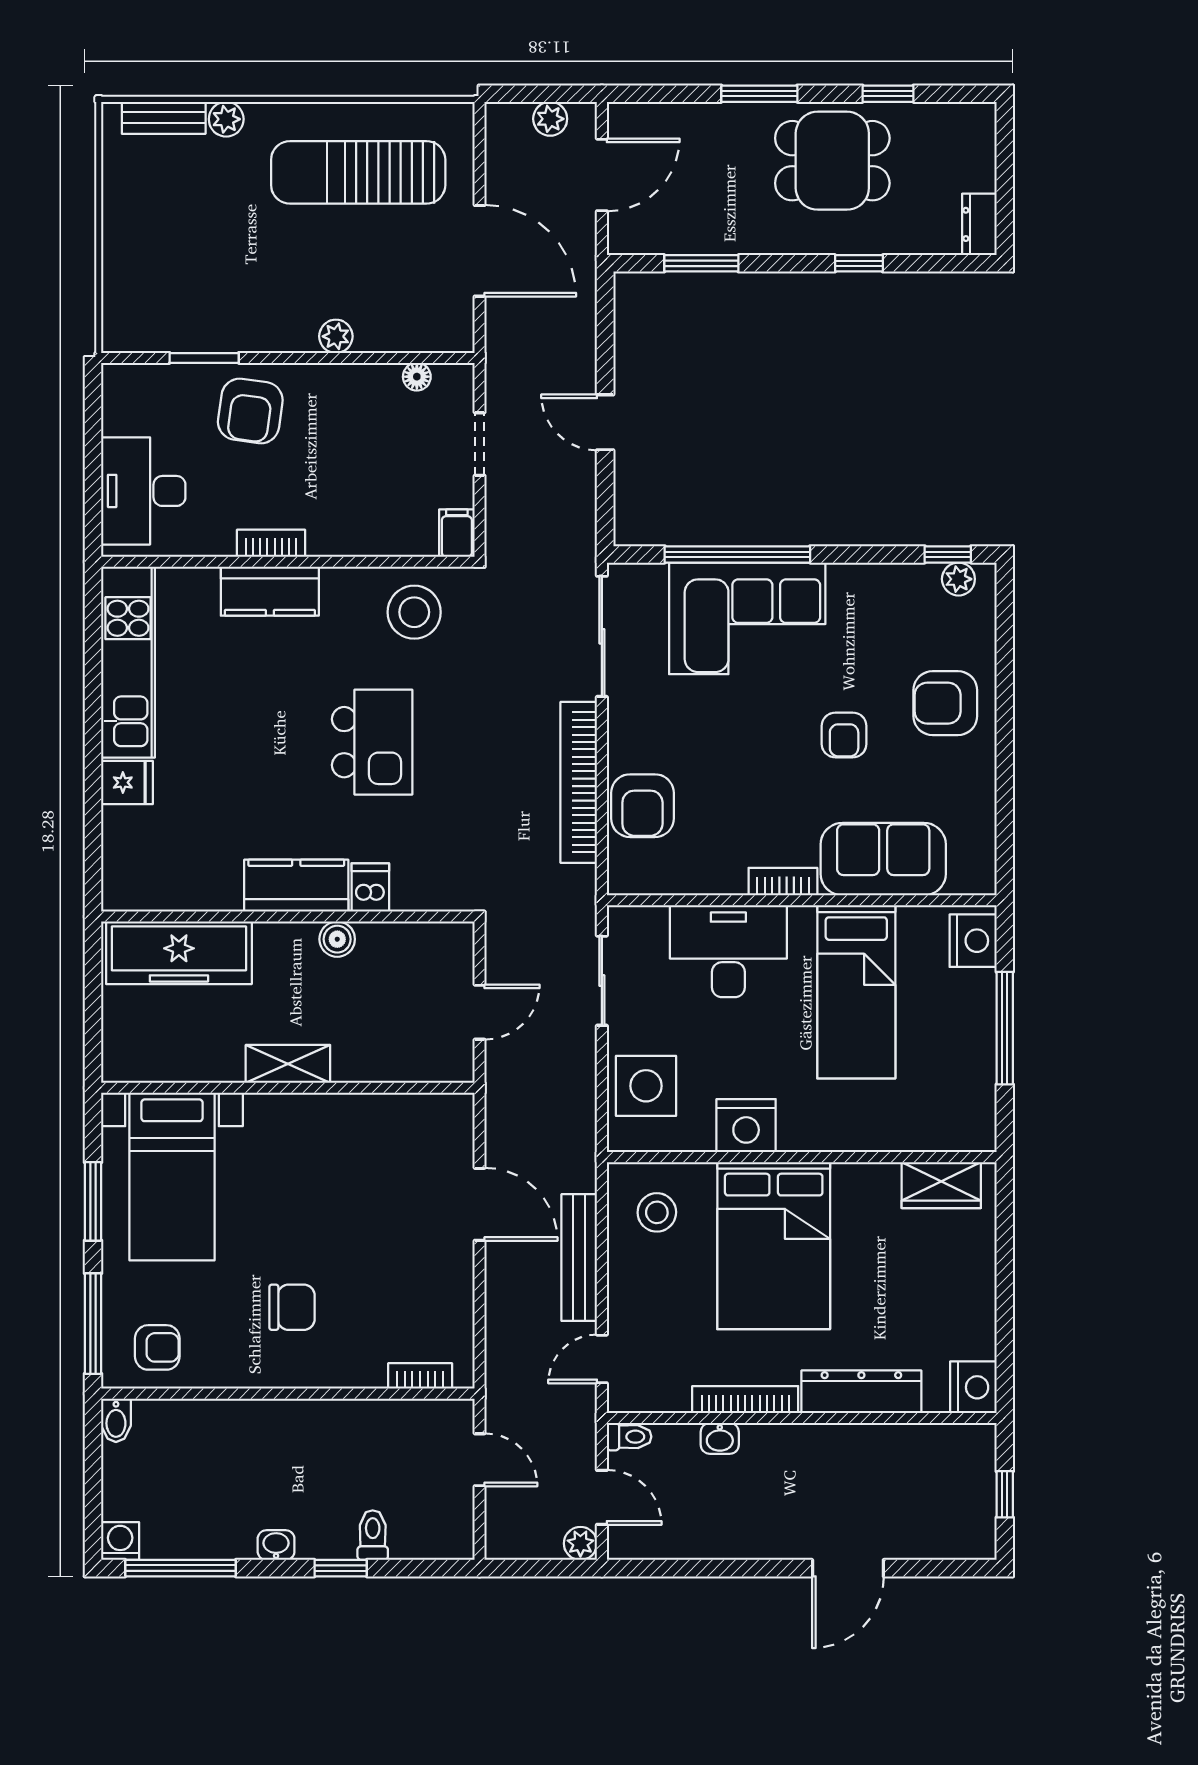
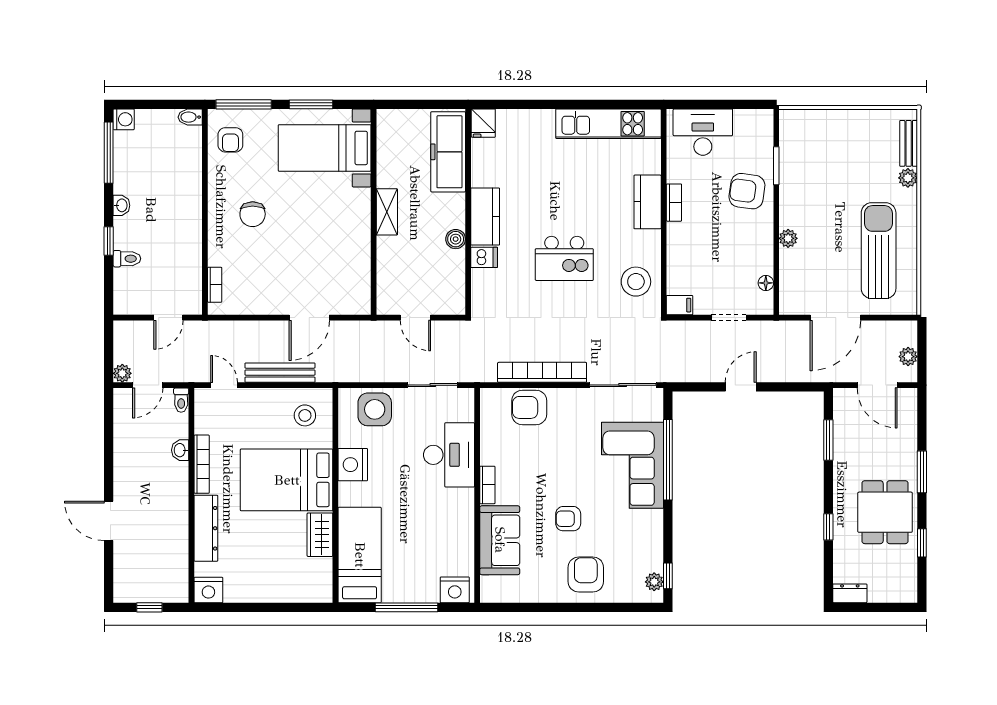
fridge: (127, 782) -> (483, 123), moved
bed: (856, 992) -> (360, 555), moved, turned 90
wardrobe: (941, 1185) -> (320, 535), moved

